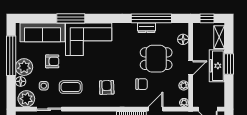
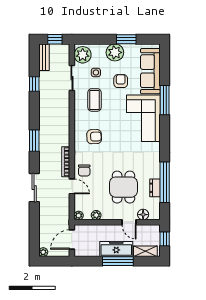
dresser: (146, 28) -> (155, 188), moved
window: (11, 56) -> (126, 39), width x0.47
armchair: (52, 61) -> (121, 81), turned 180
window: (229, 64) -> (118, 261), width x1.44
door: (191, 68) -> (129, 222), moved
floor lamp: (21, 81) -> (100, 49), removed
chair: (142, 84) -> (84, 170), moved

